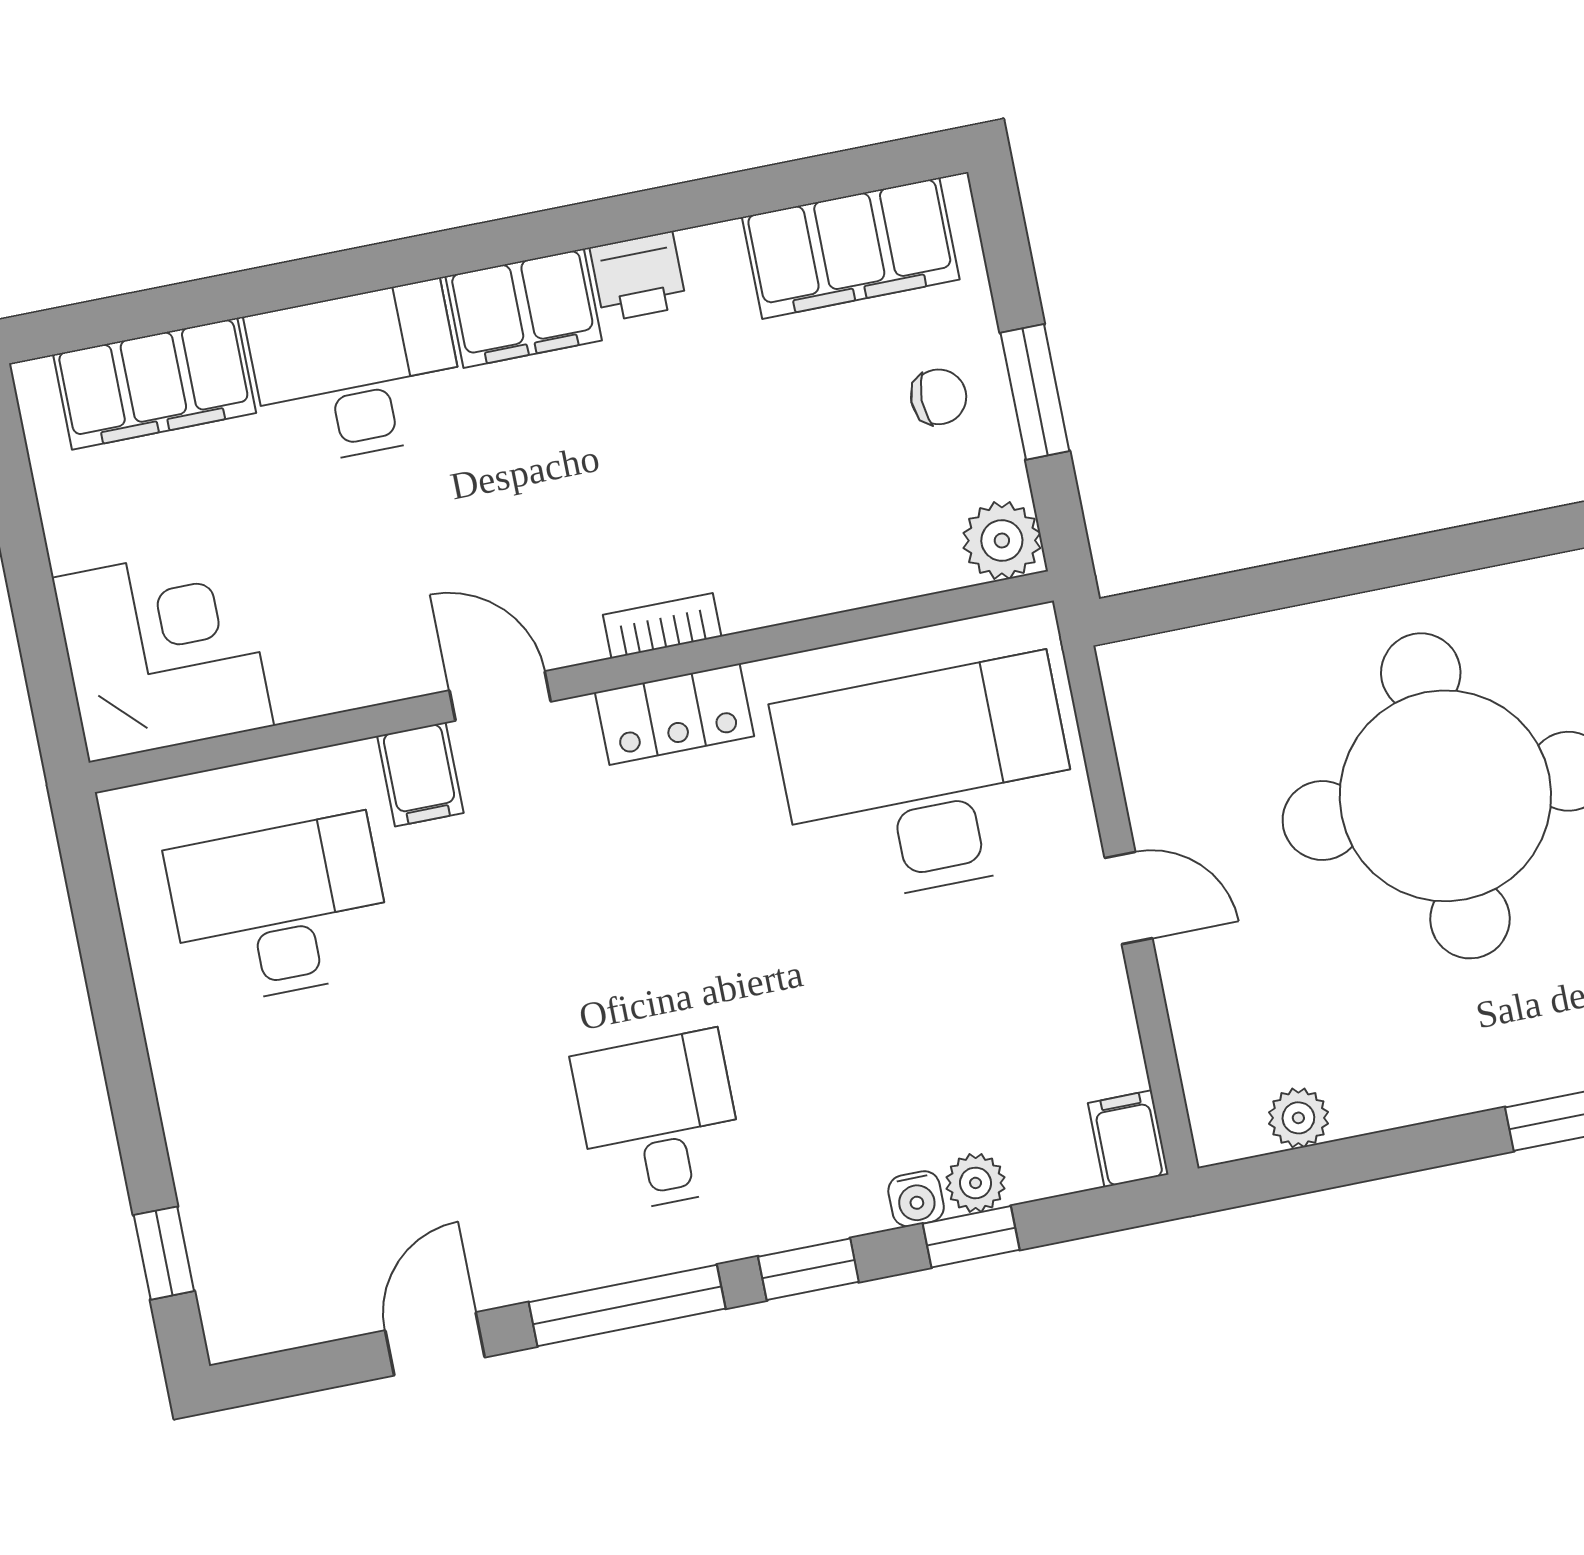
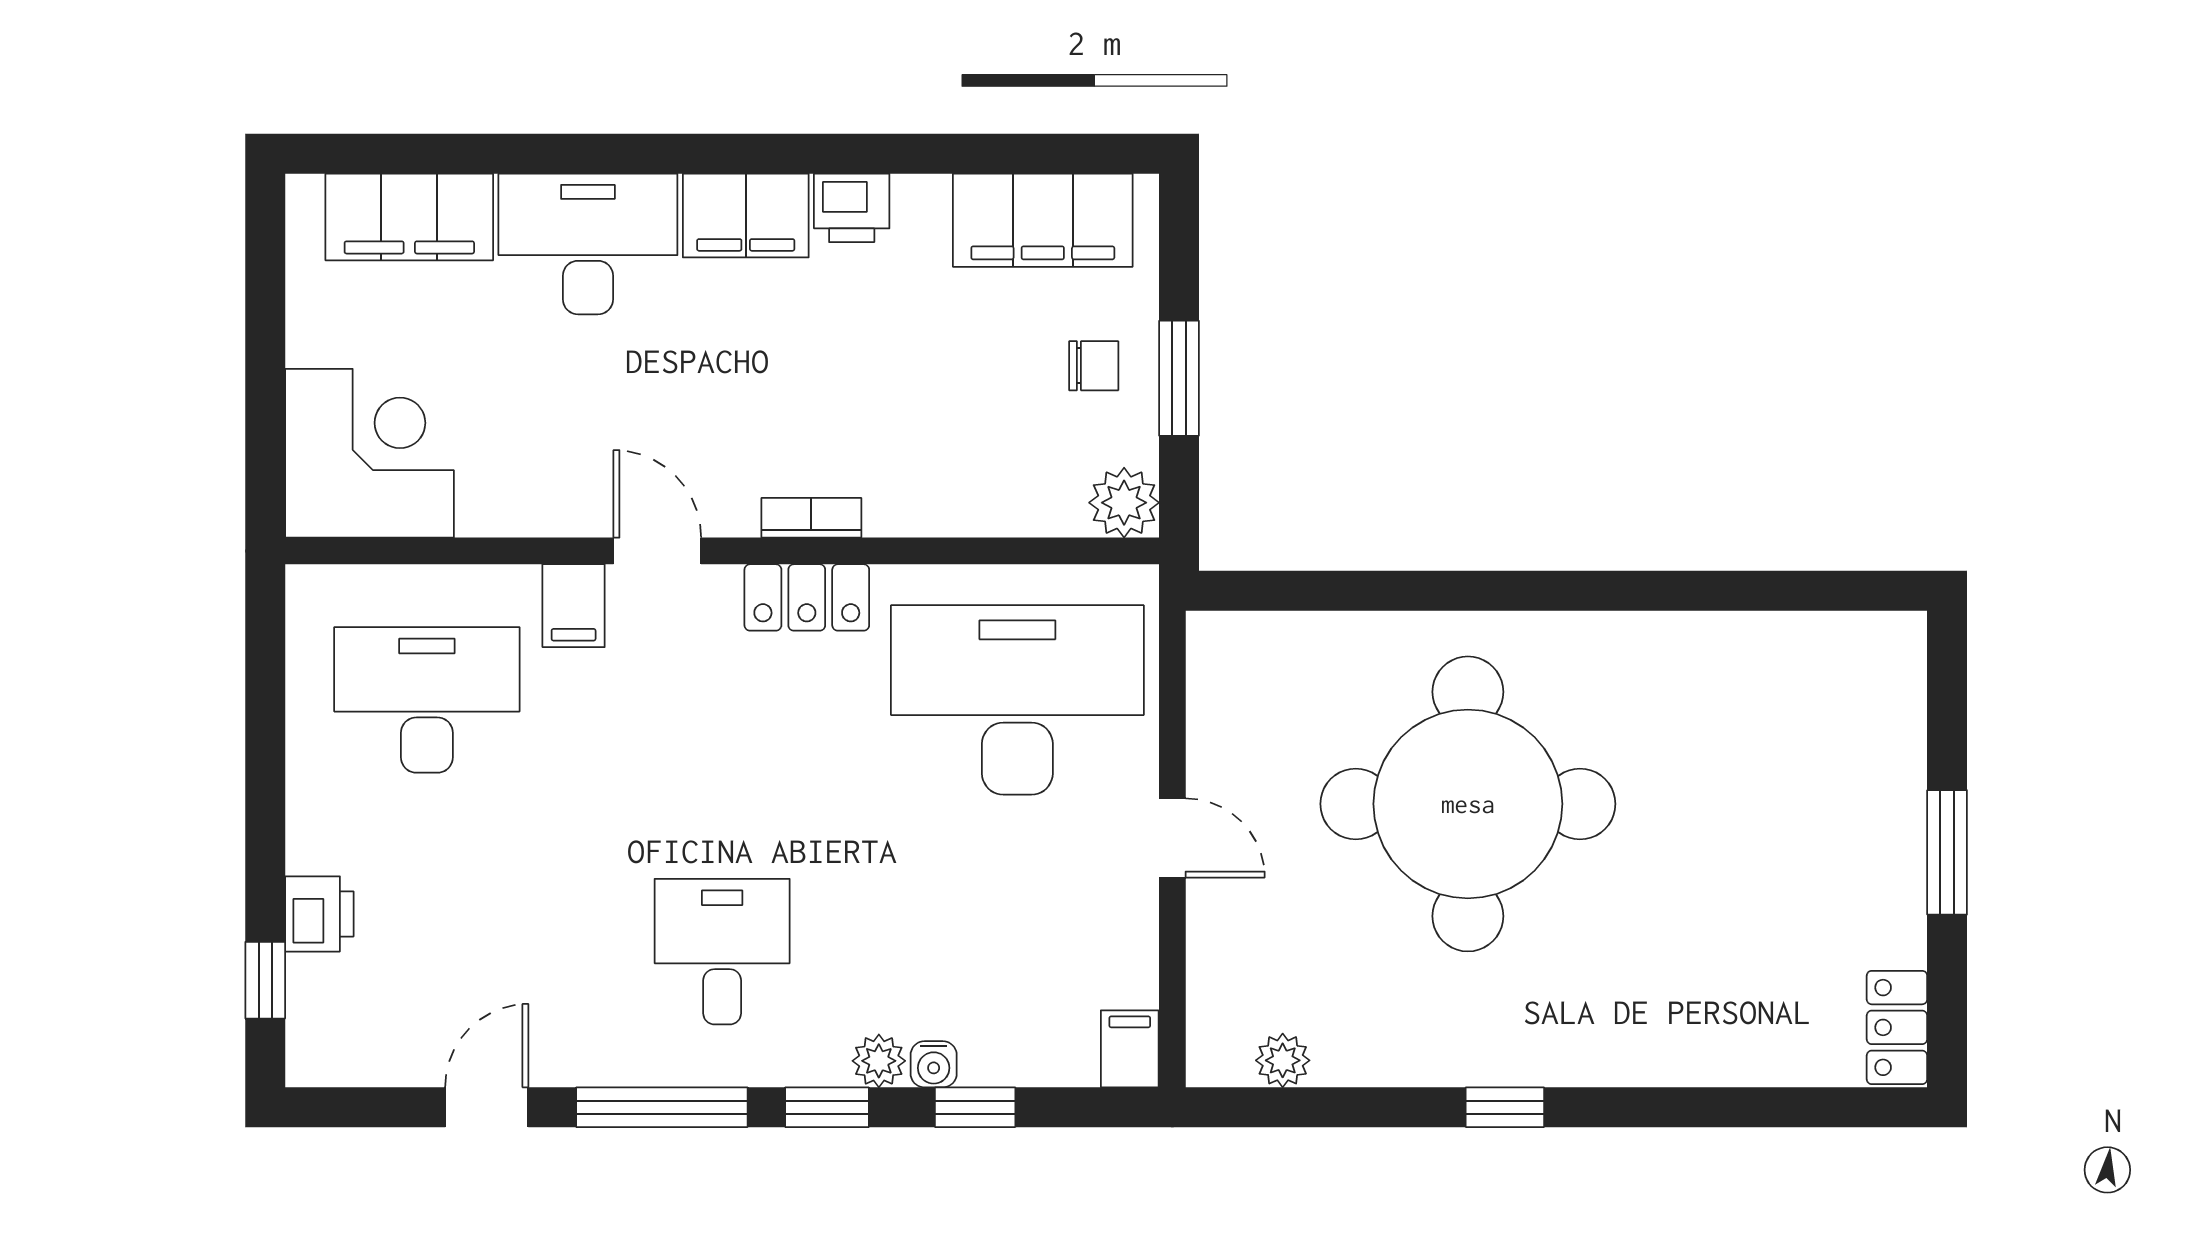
printer: (209, 1168) -> (319, 914), added
plant: (976, 1183) -> (879, 1061), moved

